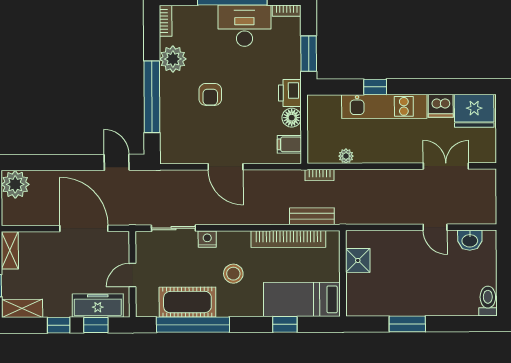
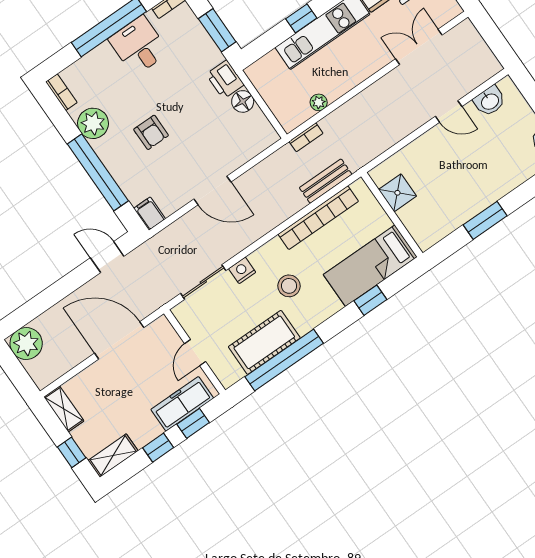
desk: (244, 26) -> (139, 46), width x0.73
filing cabinet: (289, 144) -> (150, 214), moved, turned 90

